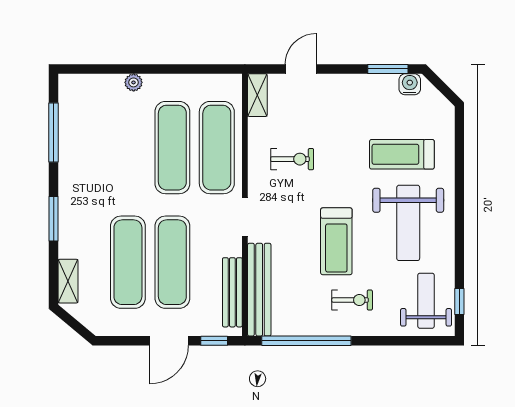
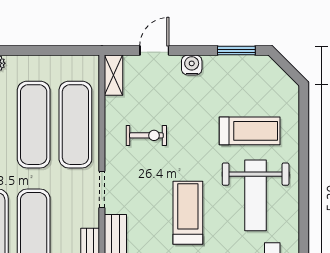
water cooler: (410, 84) -> (192, 65), moved
treadmill: (402, 154) -> (250, 131), turned 180
treadmill: (336, 241) -> (188, 213), turned 180

